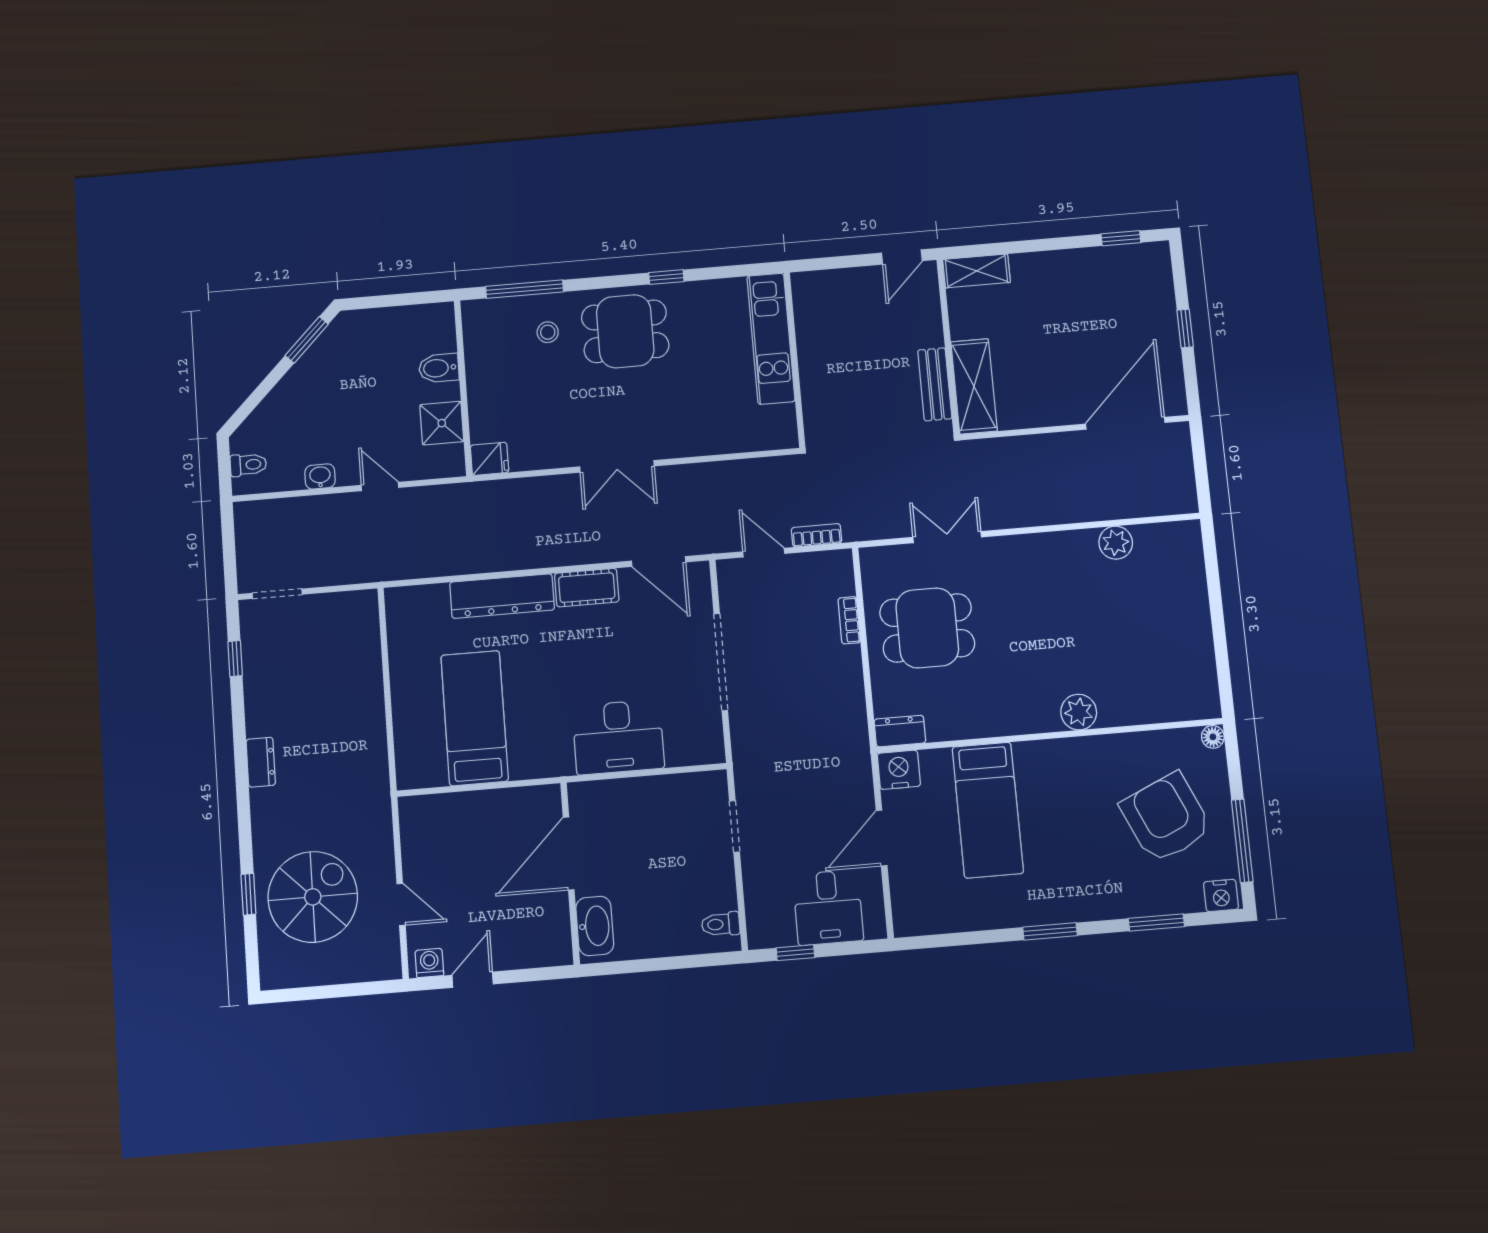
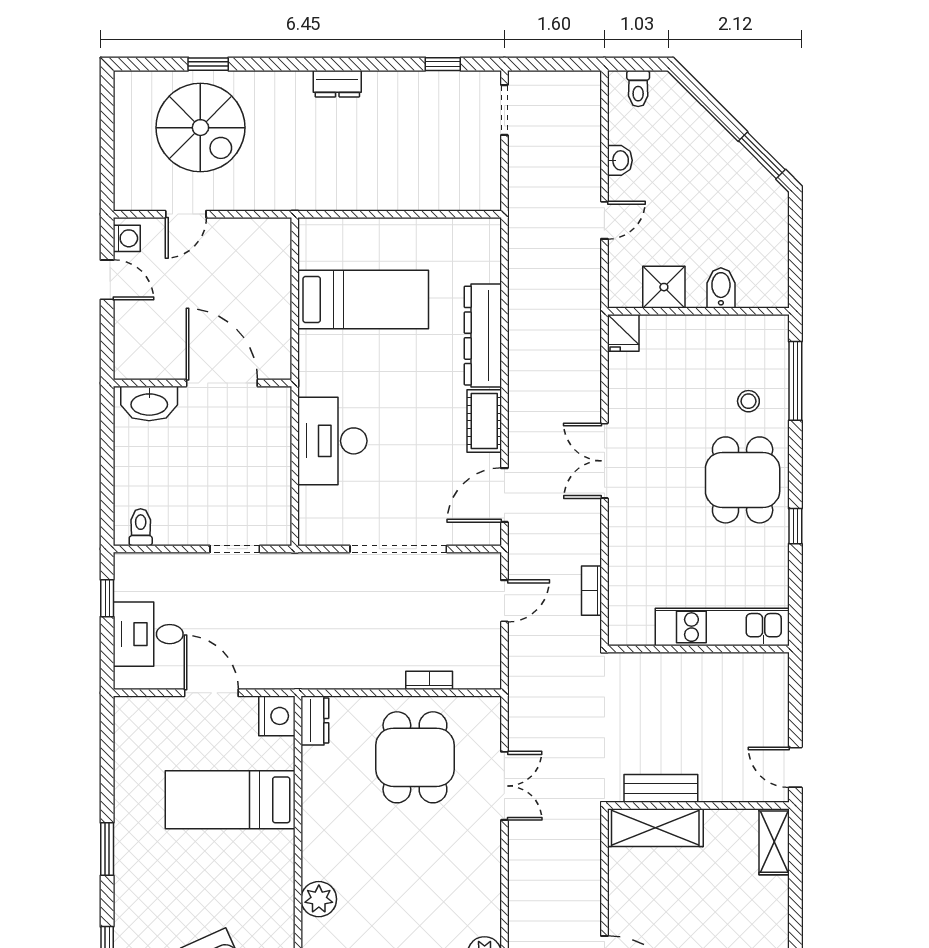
bookcase: (817, 535) -> (591, 591), moved, turned 180

